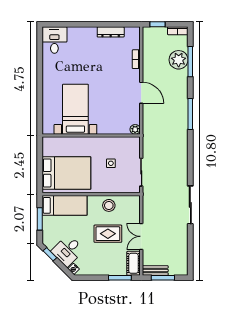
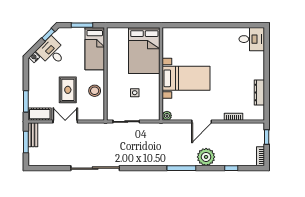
plant: (179, 60) -> (206, 157), moved
window: (190, 62) -> (231, 168), width x0.46
bed with nightstands: (75, 109) -> (186, 78), moved
bed: (66, 173) -> (144, 50), moved
sliding door: (190, 205) -> (95, 168), width x1.36

